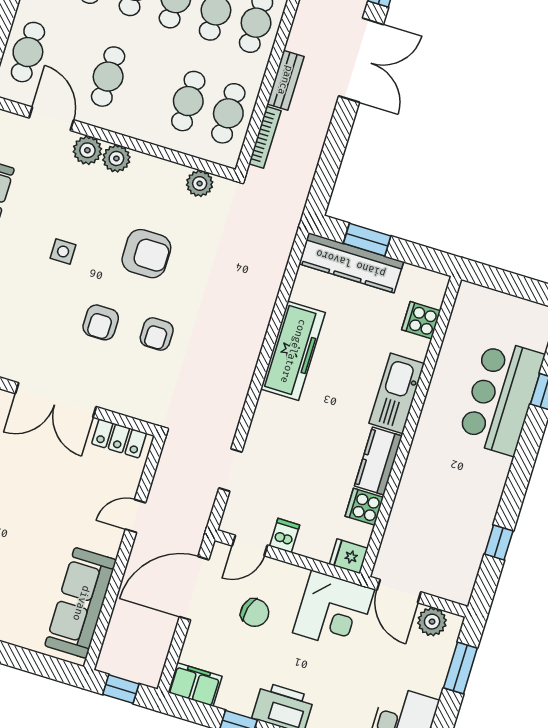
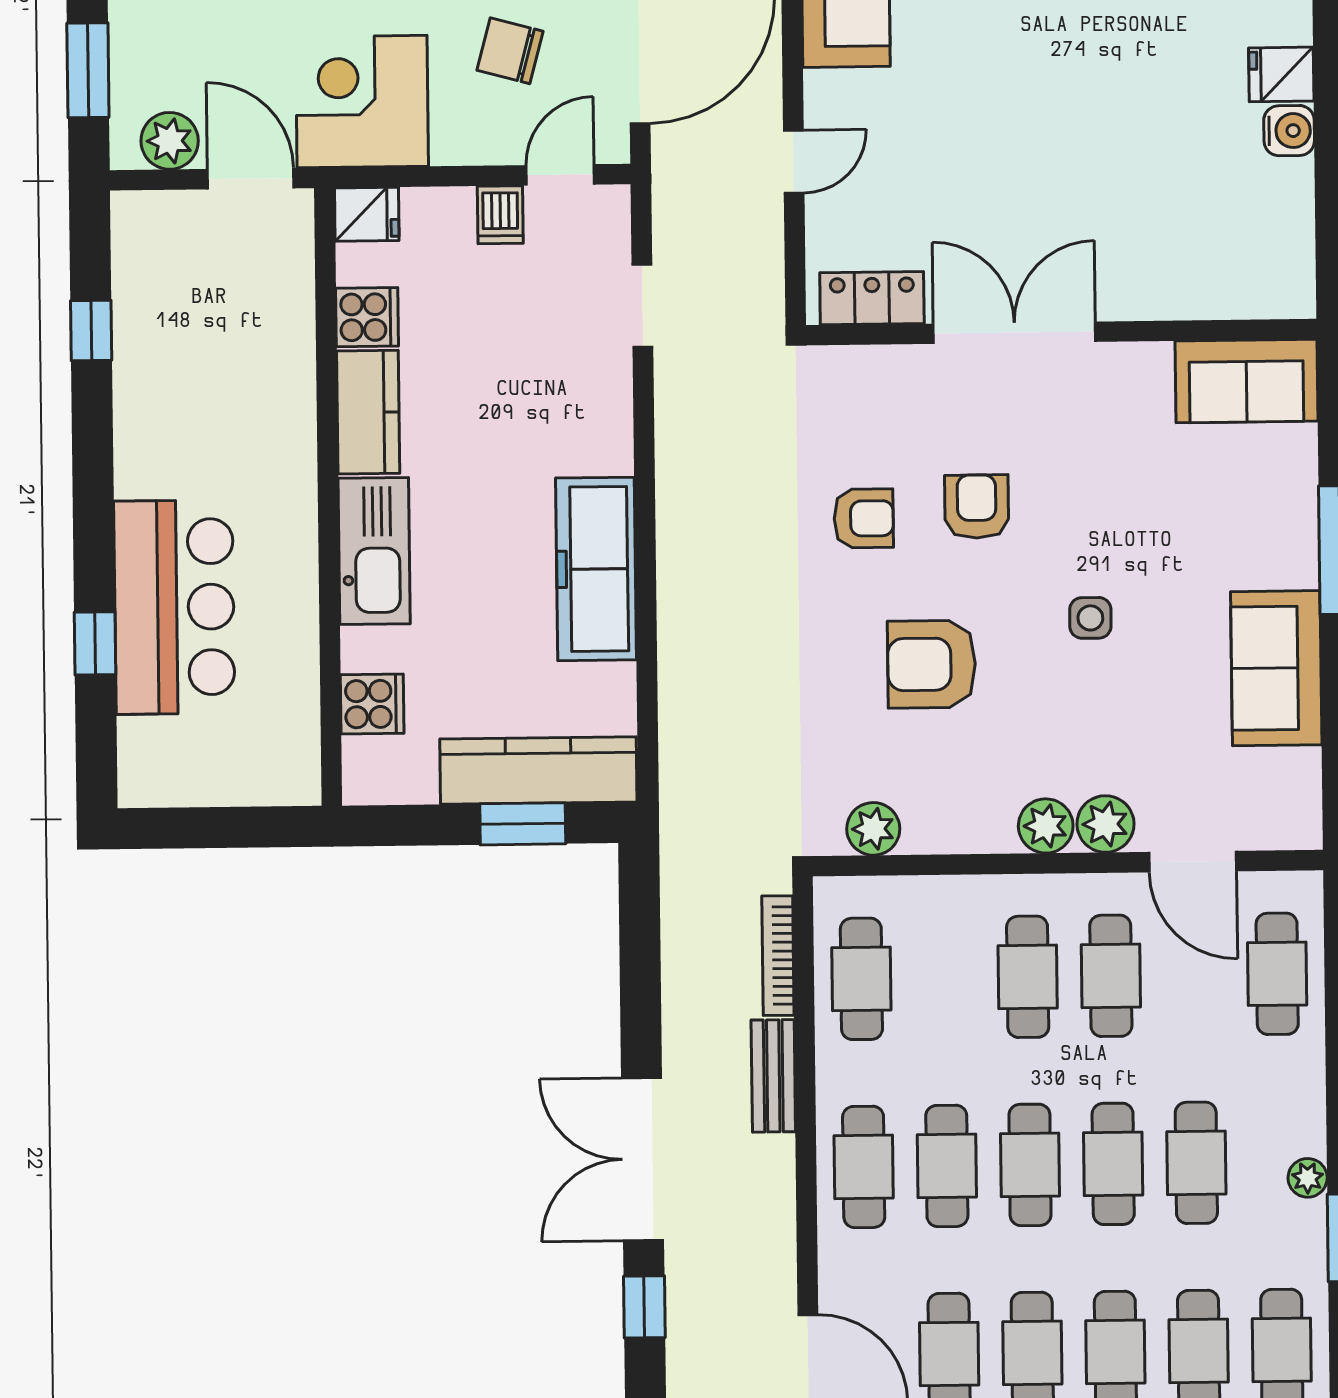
cafe table: (188, 101) -> (1028, 977), moved
armchair: (157, 334) -> (864, 518), turned 90

